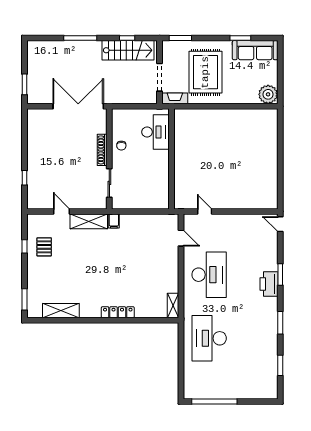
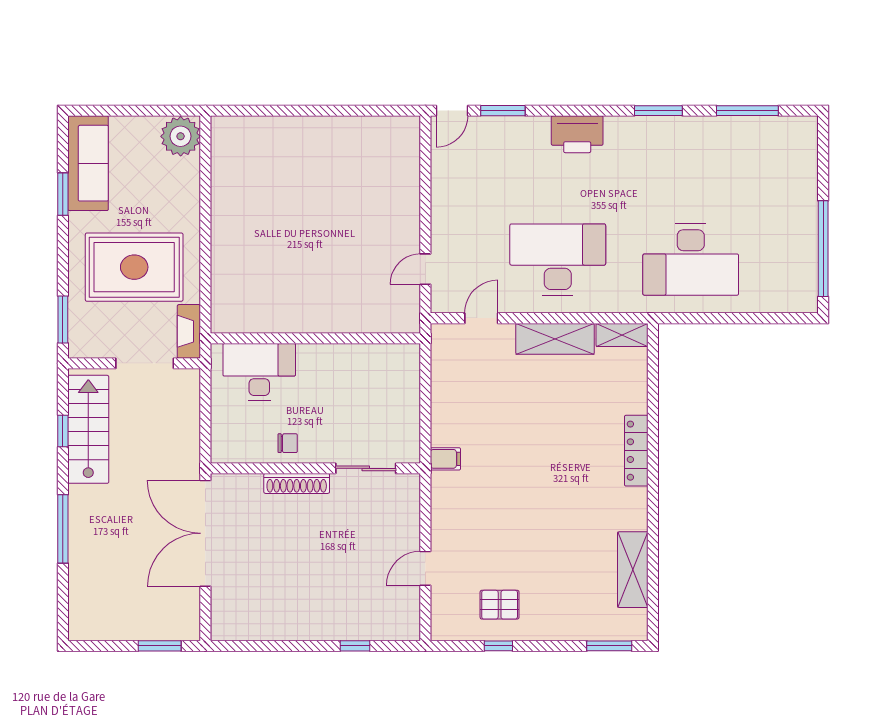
shelving: (89, 221) -> (555, 339), moved, turned 90
window: (280, 275) -> (503, 111), moved
window: (280, 365) -> (747, 111), width x1.44

